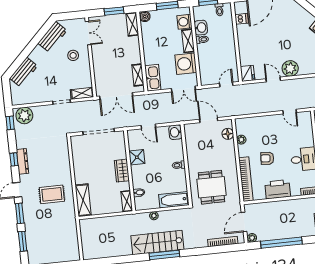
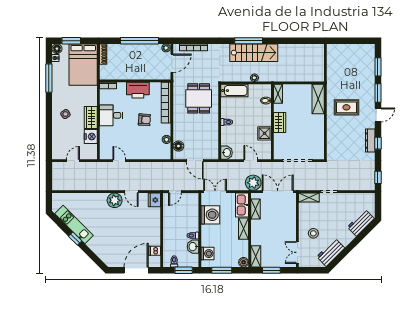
shelving: (188, 41) -> (244, 229), moved
plant: (24, 115) -> (253, 183), moved

